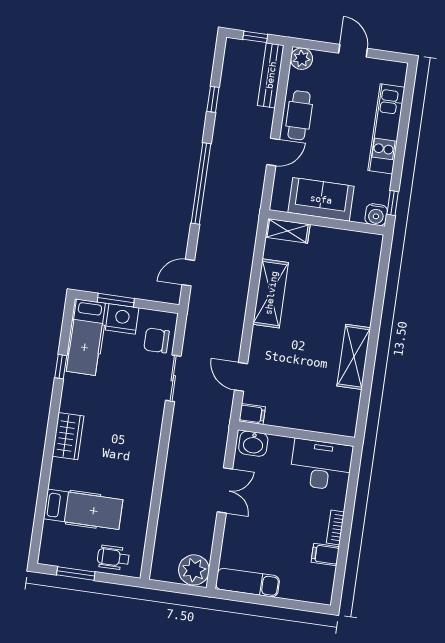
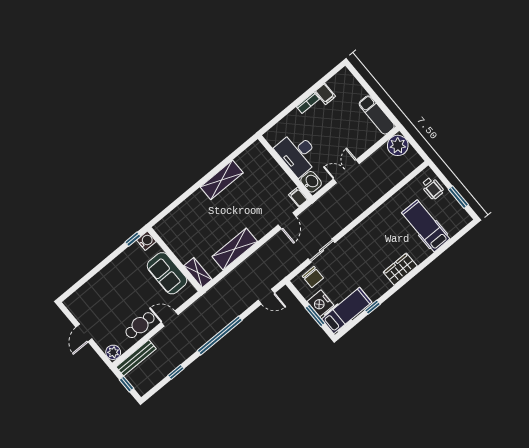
kitchen unit: (386, 129) -> (102, 279), removed
desk: (321, 465) -> (298, 153), moved

